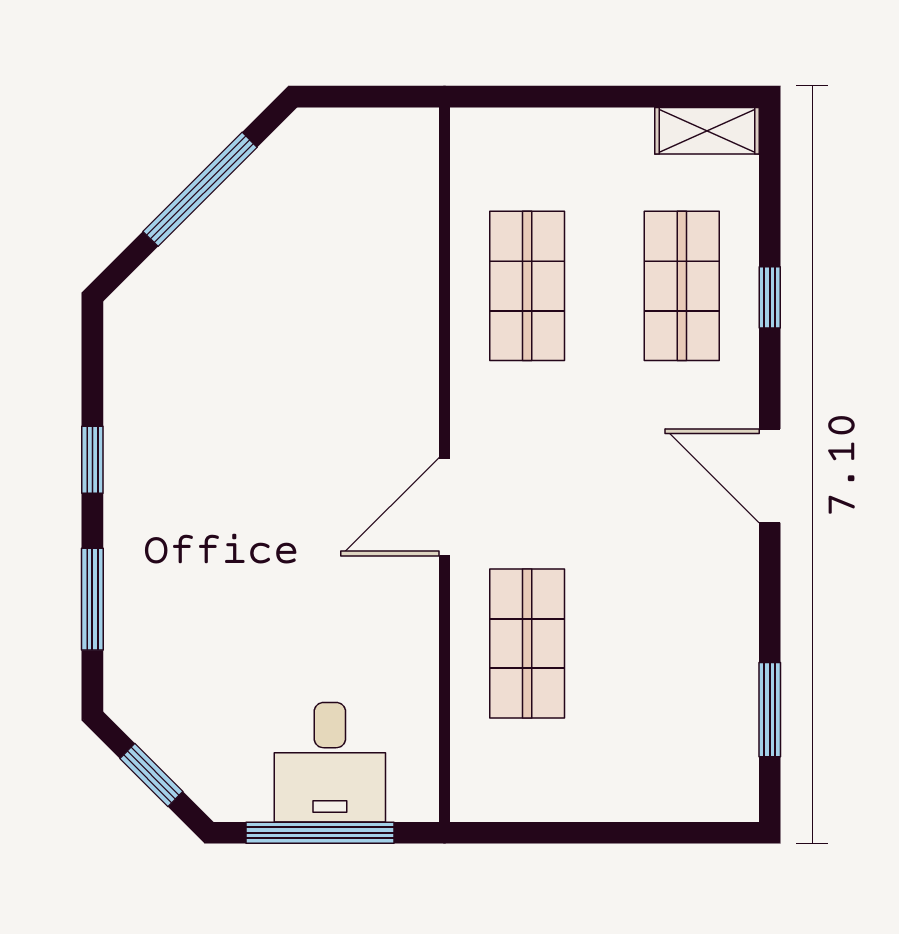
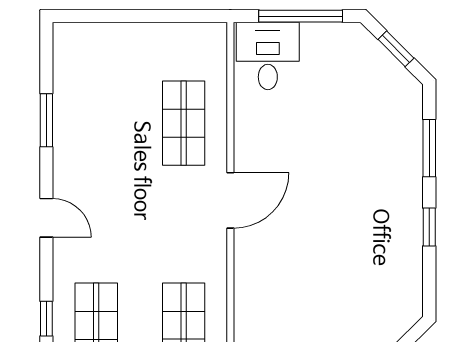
door: (770, 476) -> (46, 218), width x0.73
window: (770, 710) -> (46, 120), moved
desk: (330, 762) -> (268, 56), moved

